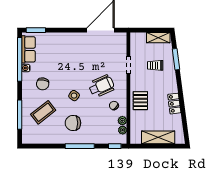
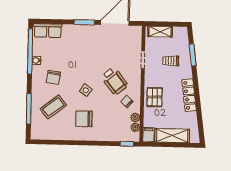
window: (36, 30) -> (84, 22), moved
shelving: (158, 38) -> (160, 32), moved
row of seats: (28, 49) -> (48, 31), moved, turned 90
wheelchair: (101, 86) -> (115, 81), turned 75
locker: (174, 104) -> (189, 95), width x1.53
filing cabinet: (135, 137) -> (149, 135), added
window: (80, 146) -> (90, 143), removed

